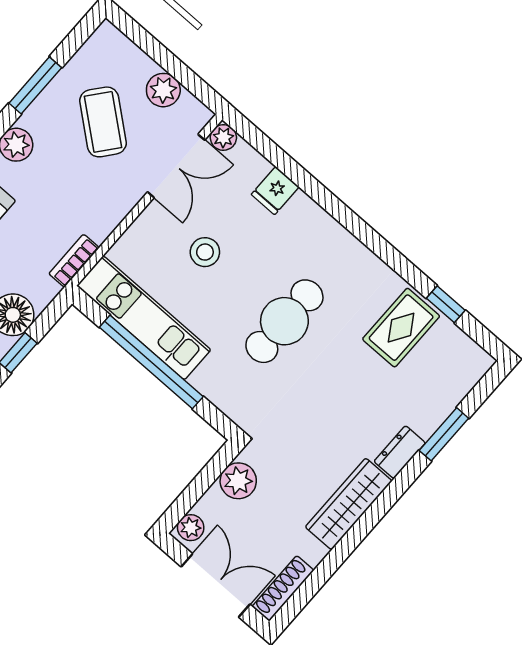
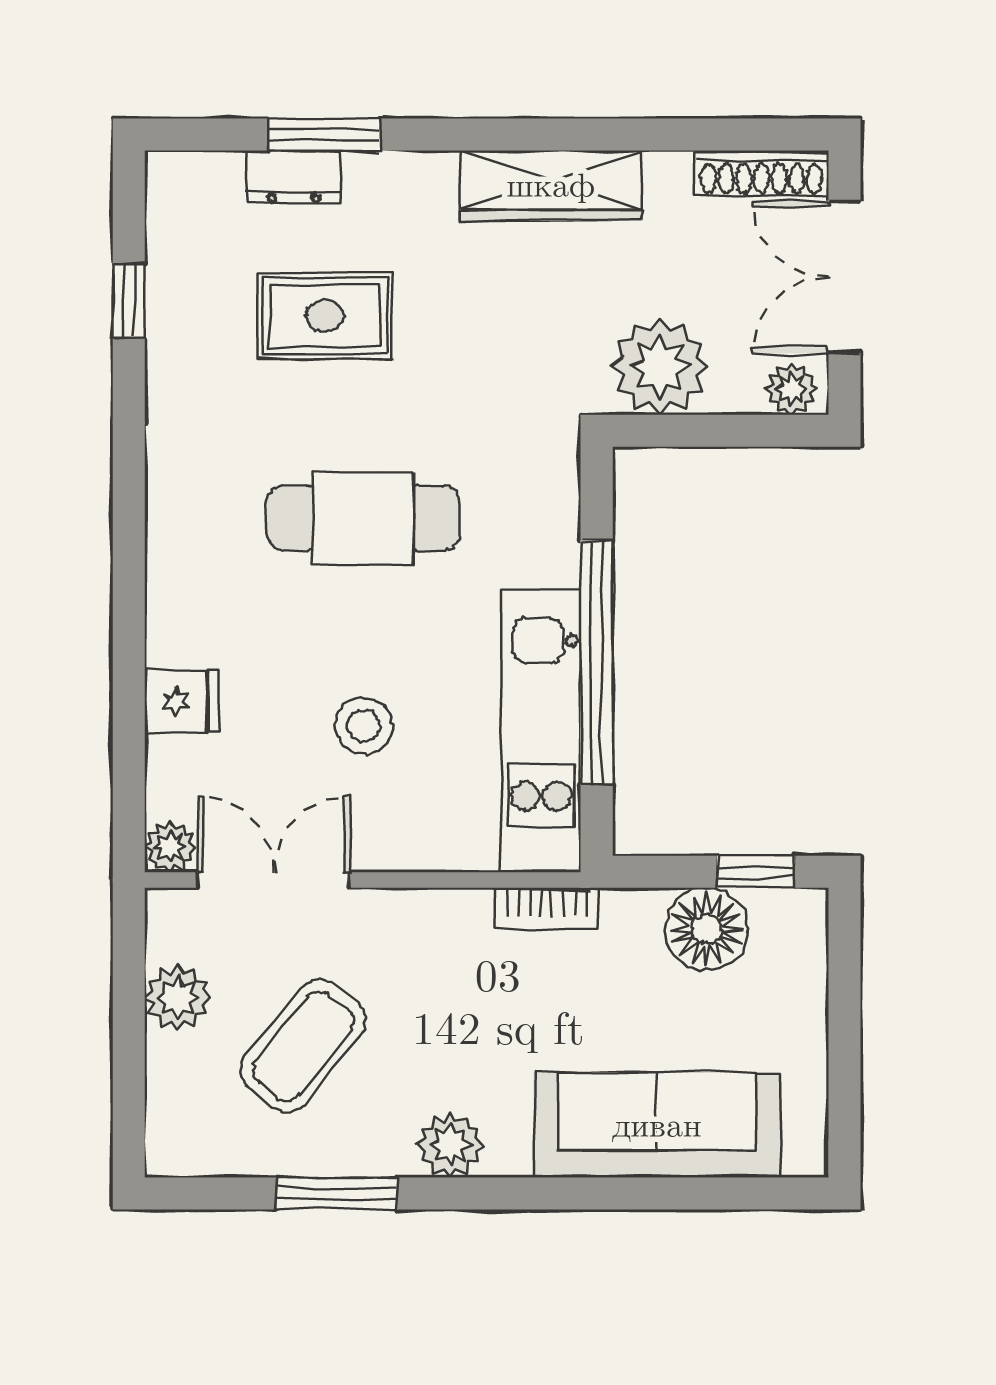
rug: (401, 328) -> (325, 316), moved
dresser: (400, 452) -> (294, 177), moved
plant: (238, 481) -> (660, 366), width x1.36, depth x1.36

